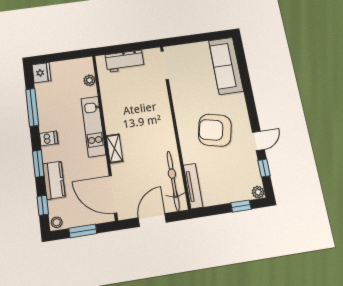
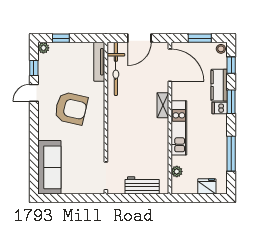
fridge: (41, 73) -> (207, 186), moved, turned 90
dishwasher: (49, 139) -> (220, 108), moved

